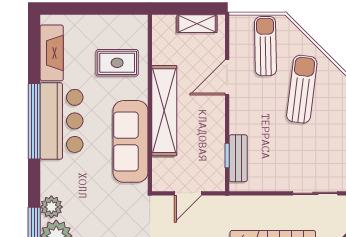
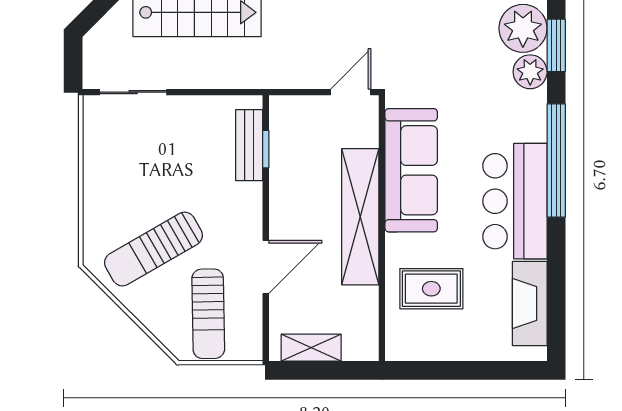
sun lounger: (302, 89) -> (153, 249), turned 53
window: (34, 121) -> (556, 160), moved
door: (188, 193) -> (351, 92), moved

